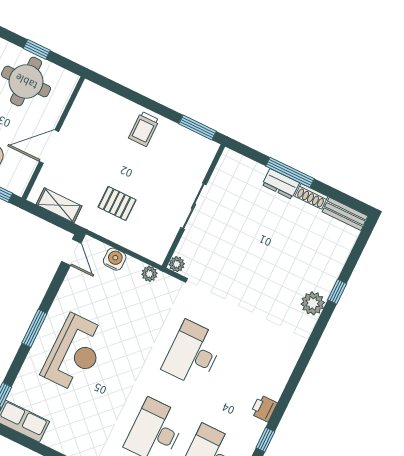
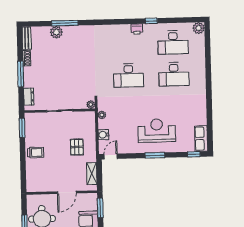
door: (49, 147) -> (67, 192), hinge flipped
dresser: (281, 184) -> (29, 97), moved
window: (337, 292) -> (65, 23), width x2.17
plant: (313, 303) -> (56, 32), moved

